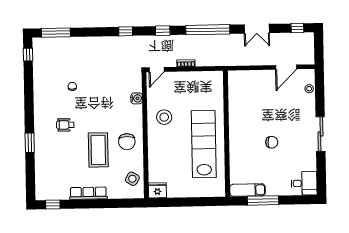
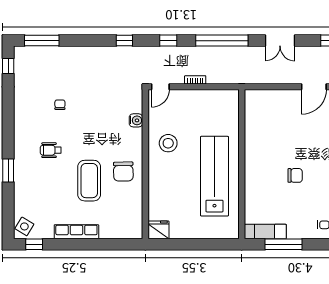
side table: (132, 179) -> (24, 226), moved

